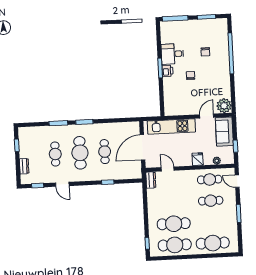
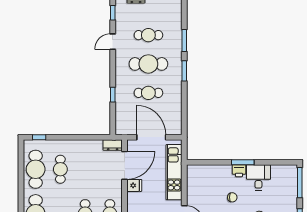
fridge: (198, 159) -> (134, 185), moved
door: (168, 169) -> (125, 165), width x1.87
cafe table: (174, 224) -> (60, 169), width x0.73, depth x0.74

